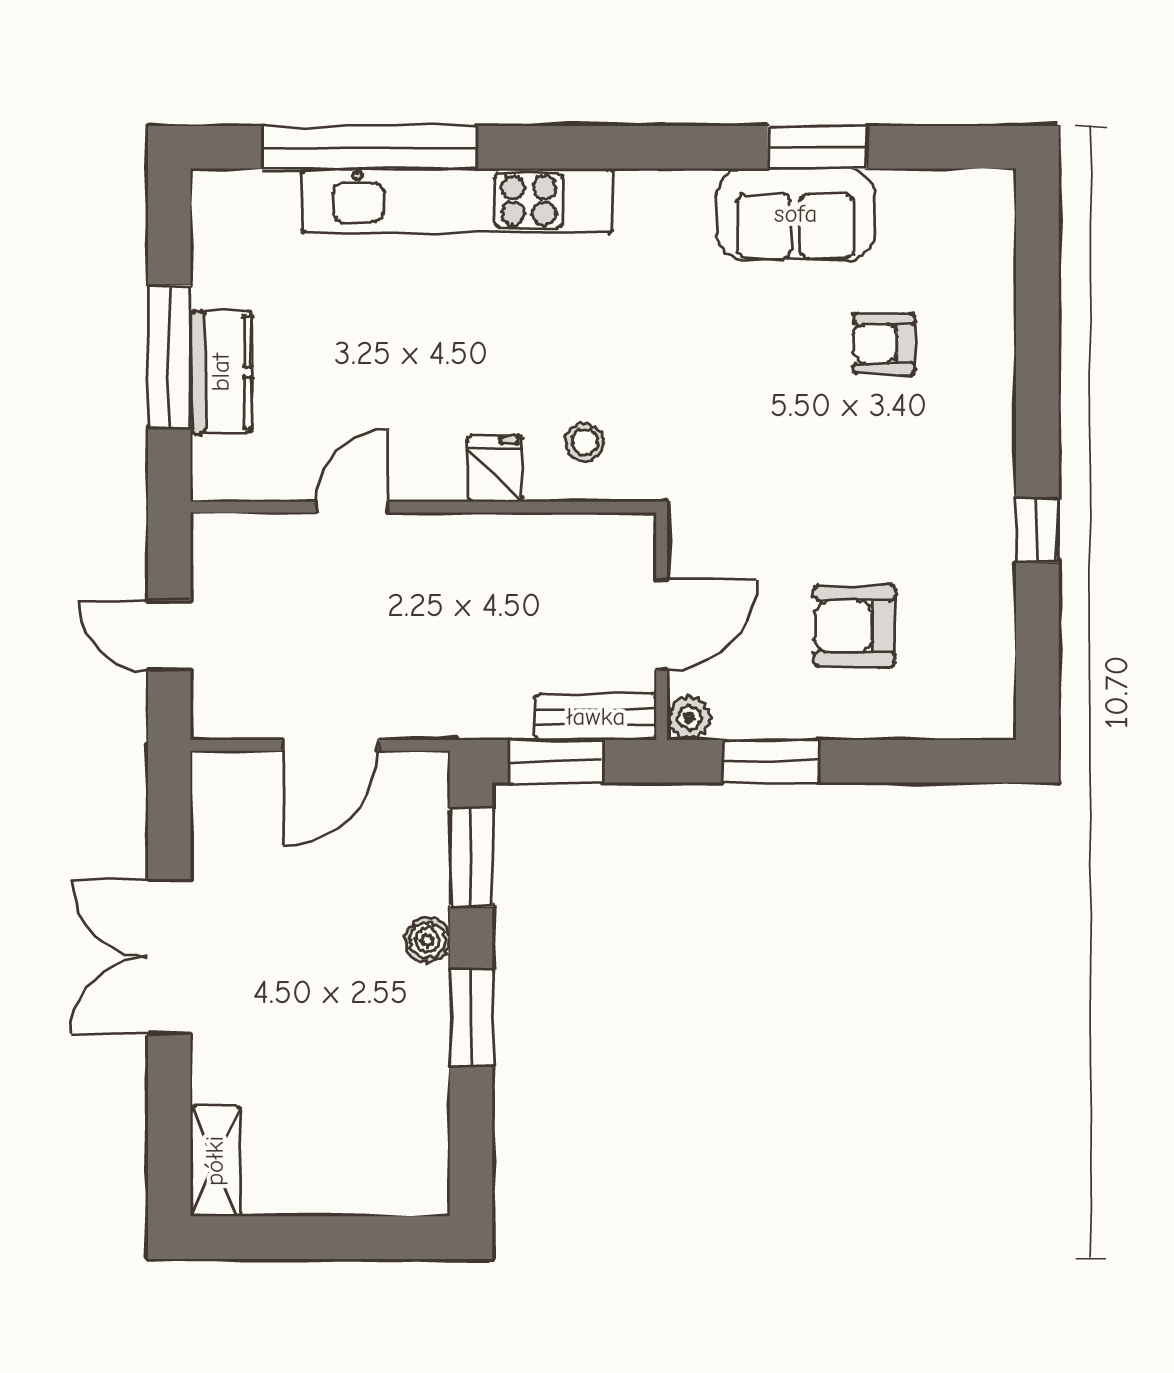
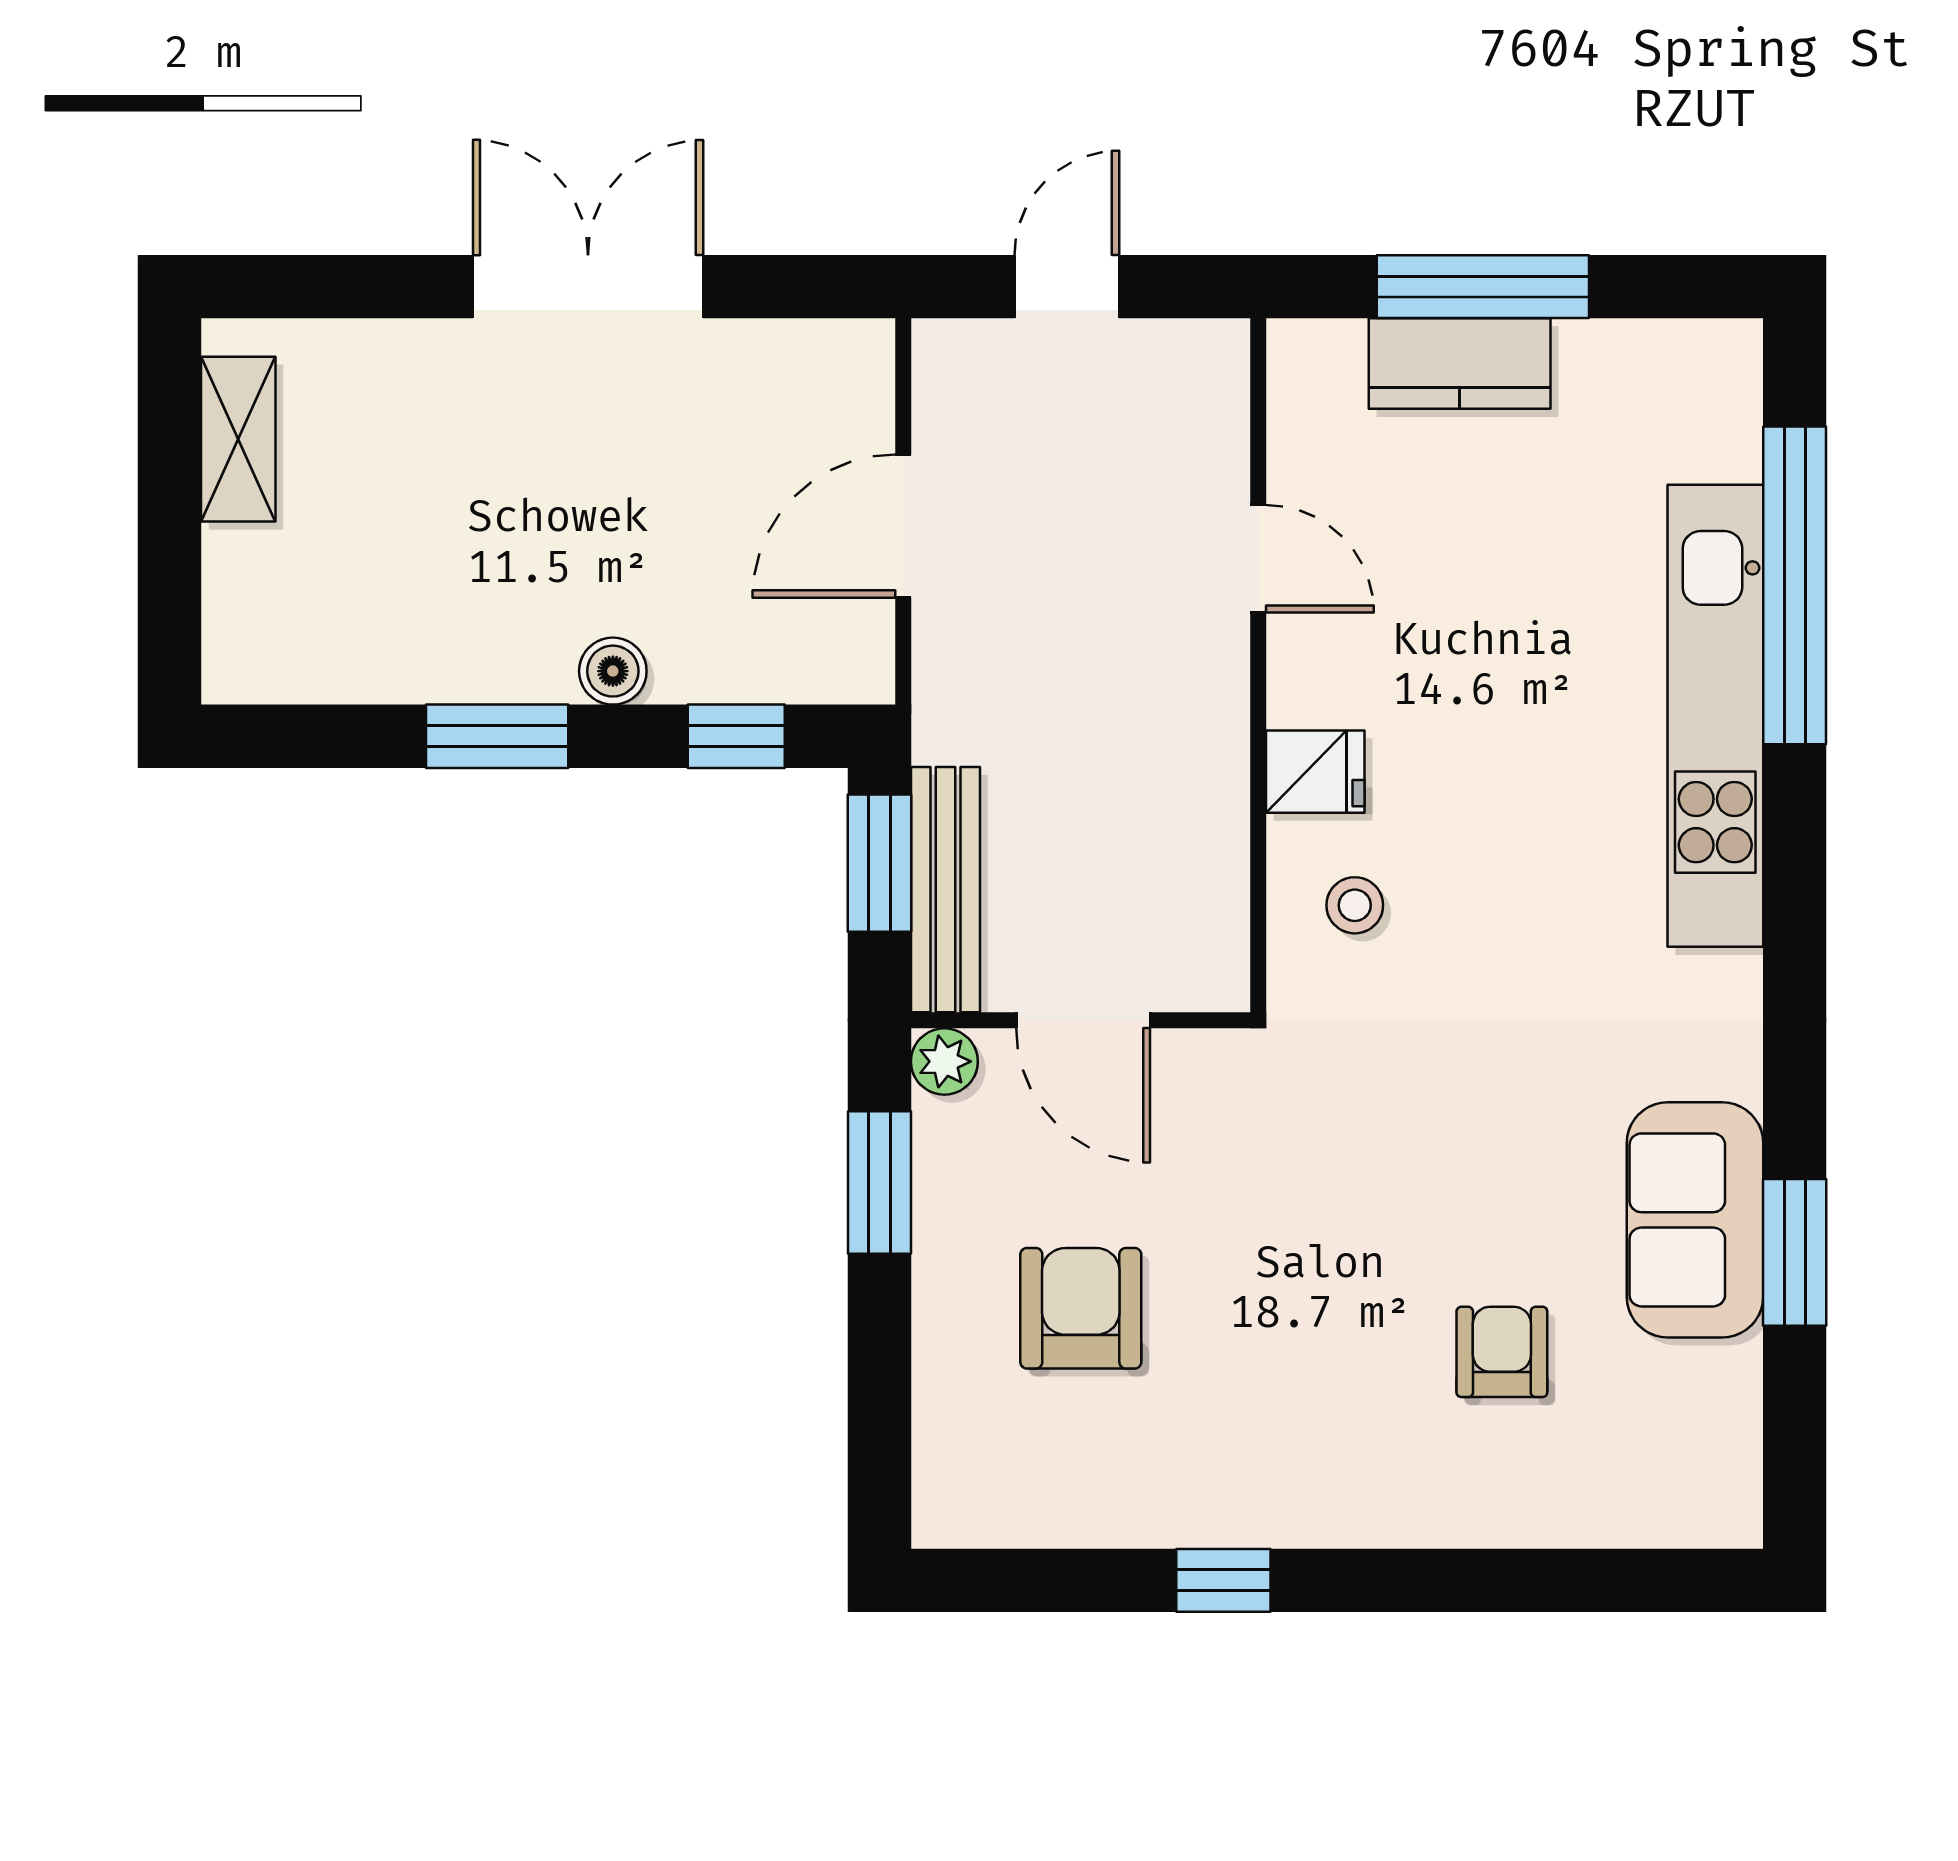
bench: (596, 717) -> (945, 890), width x1.36
door: (330, 745) -> (903, 526), hinge flipped
window: (471, 857) -> (736, 736), width x0.67
shelving: (215, 1161) -> (238, 439), moved, turned 90

